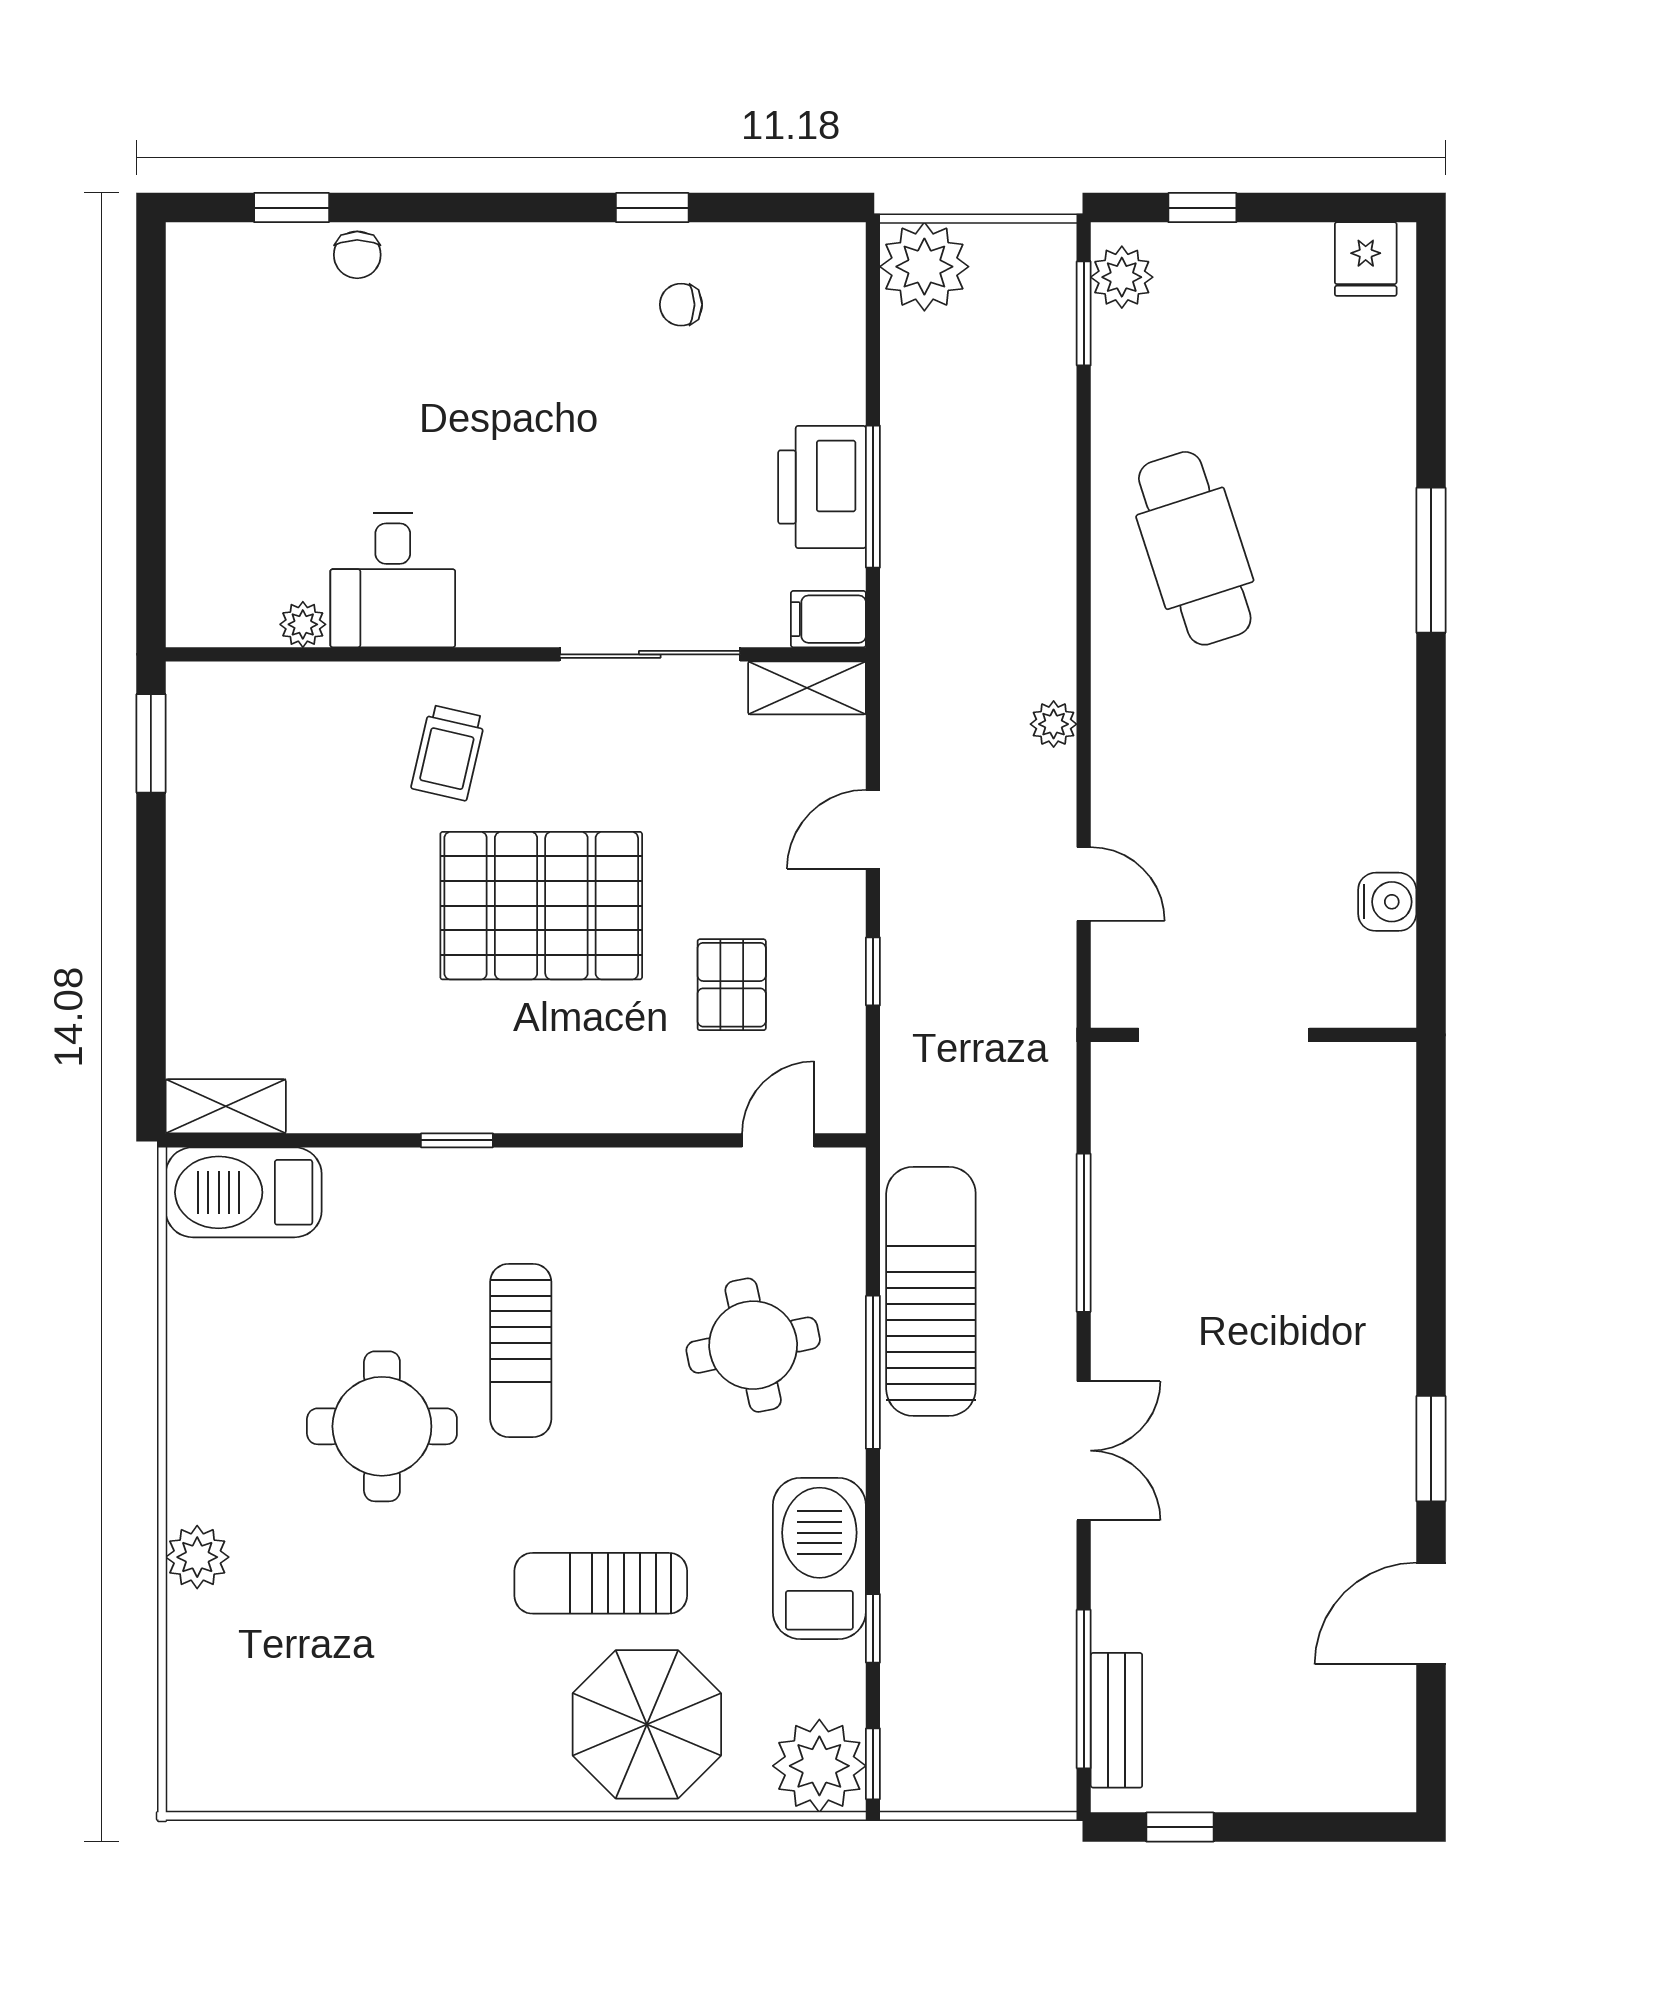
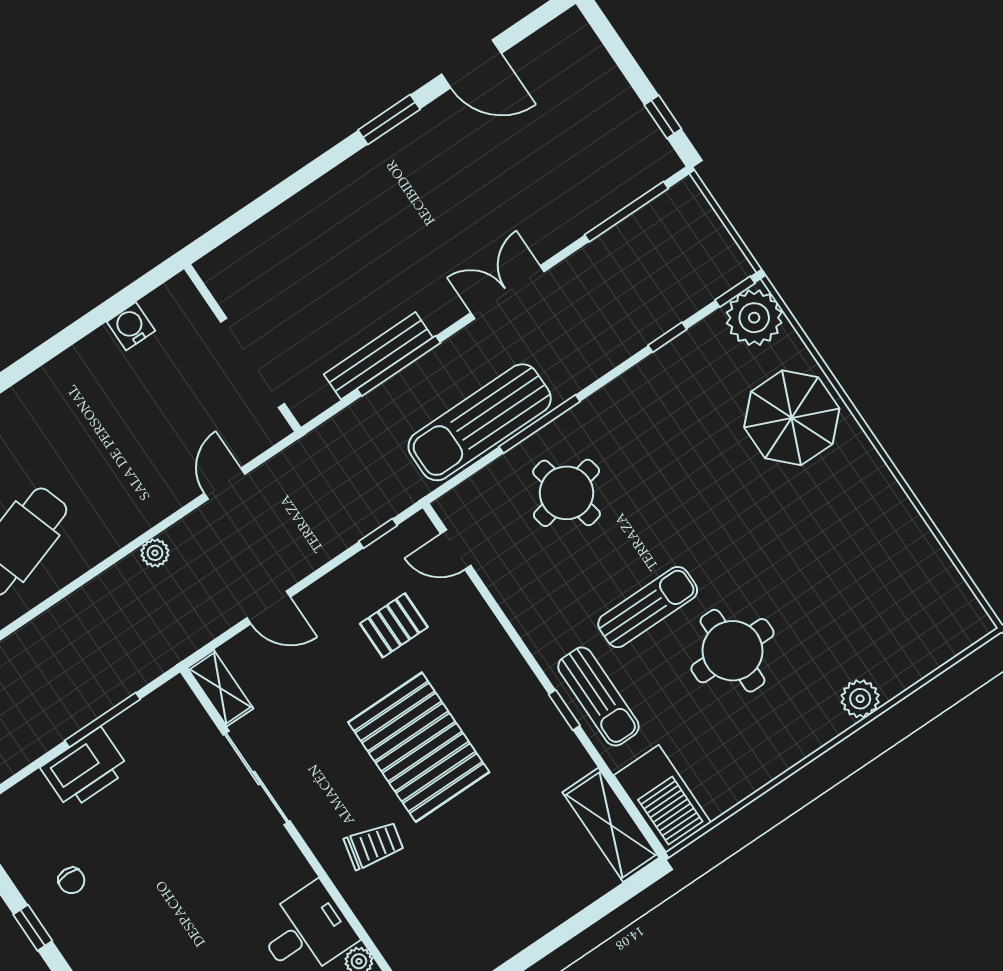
printer: (822, 487) -> (85, 769), moved
filing cabinet: (828, 619) -> (179, 701), removed
window: (873, 971) -> (378, 533), moved
shelving: (226, 1106) -> (611, 825), width x1.50, depth x1.33
barbecue: (819, 1559) -> (651, 388), removed
sun lounger: (601, 1583) -> (598, 697), moved
bench: (1116, 1720) -> (378, 356), moved, width x1.36

